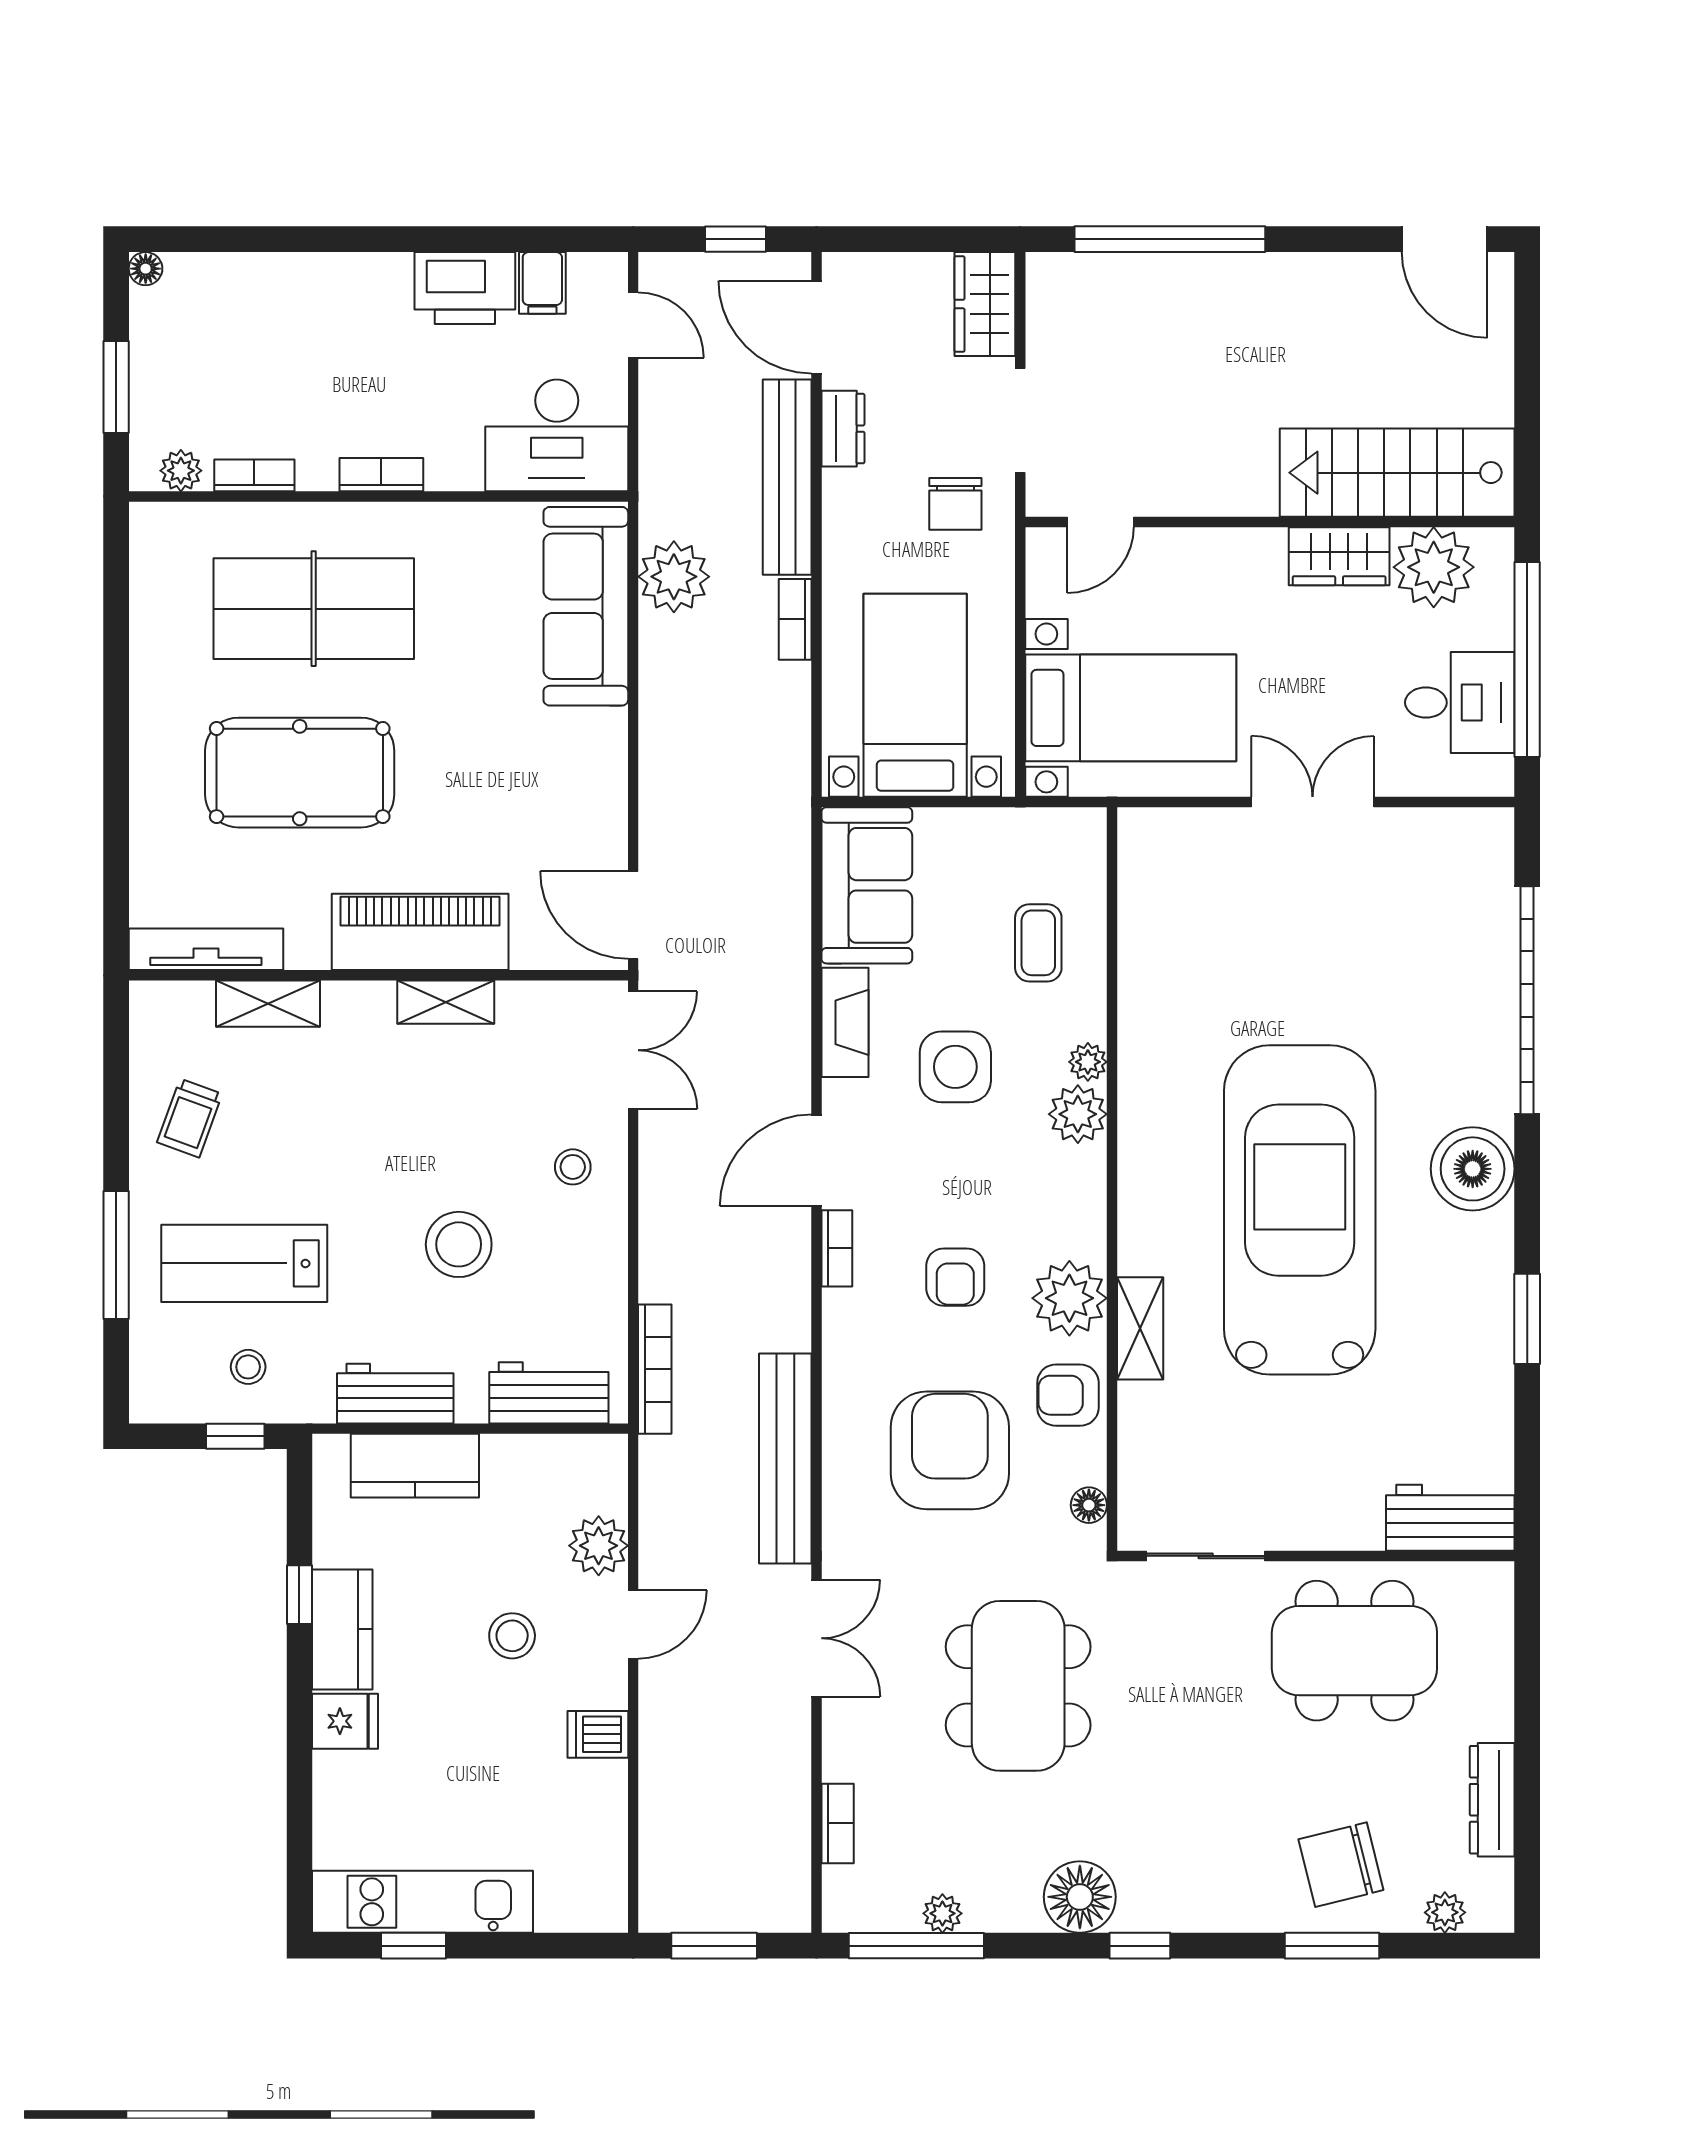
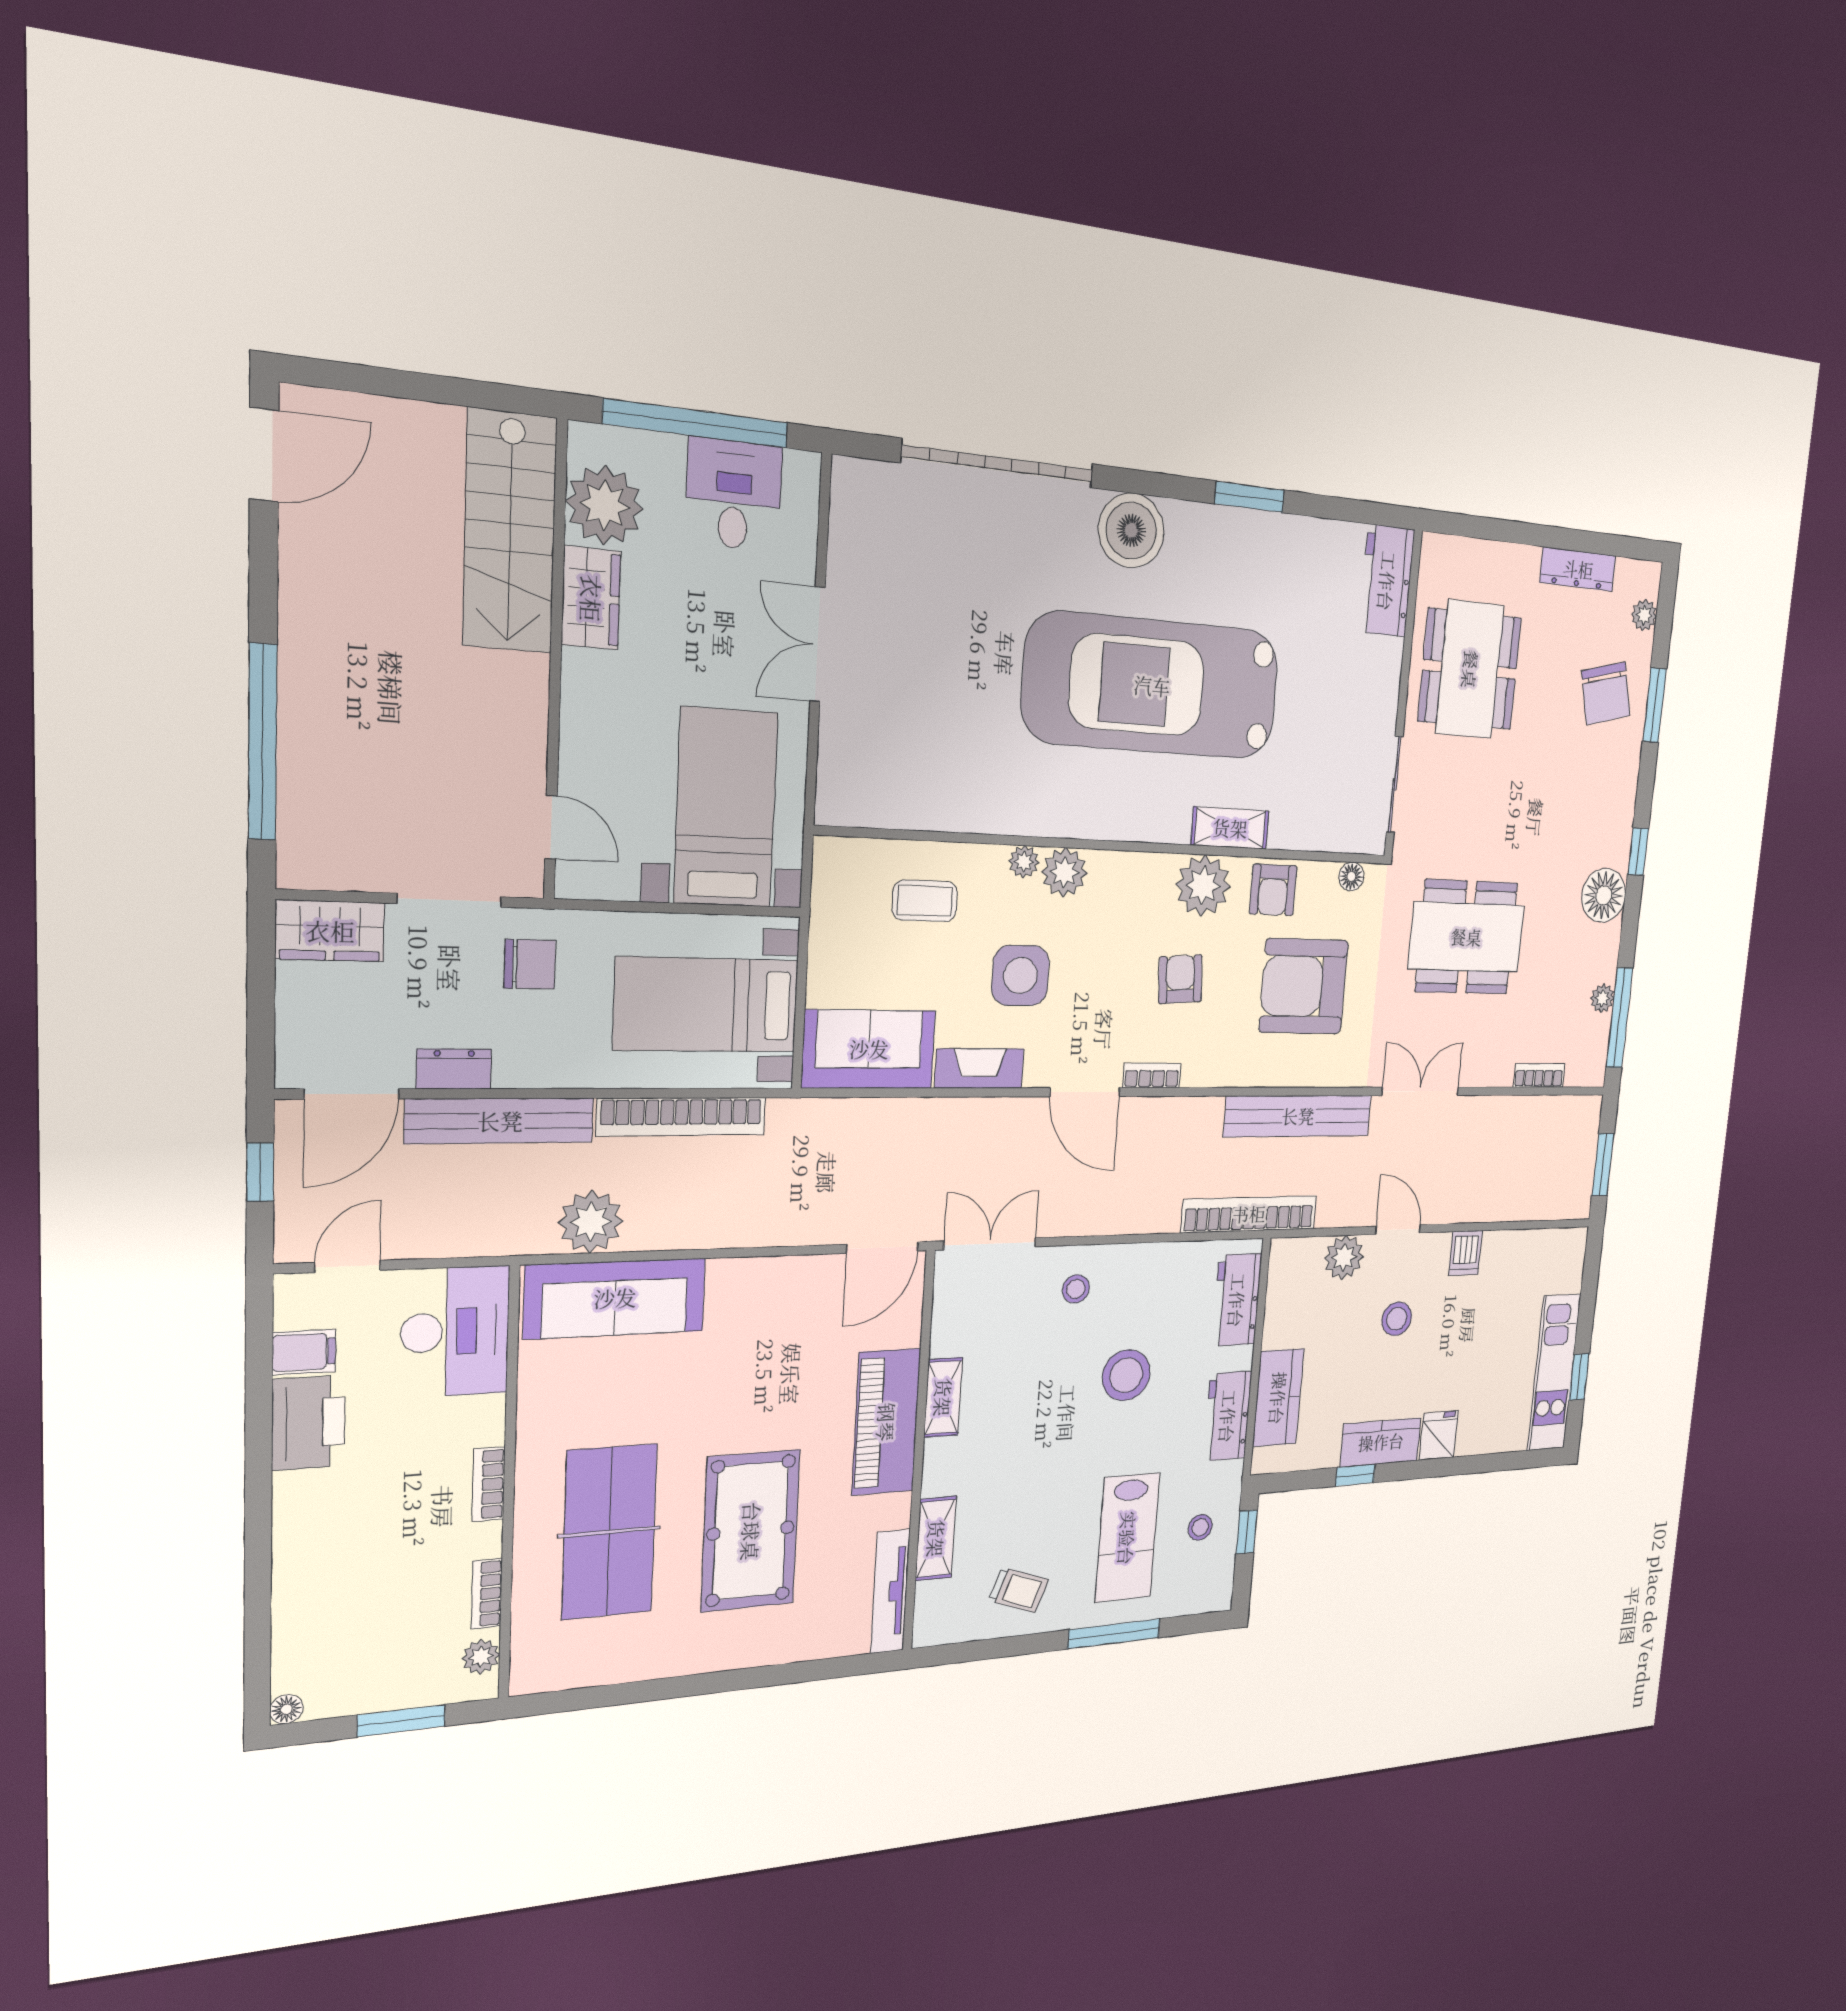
bookcase: (795, 619) -> (682, 1117), width x2.31, depth x1.31
armchair: (955, 1277) -> (1180, 979), turned -94
bookcase: (655, 1369) -> (1249, 1214), width x1.48, depth x1.31

